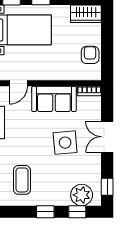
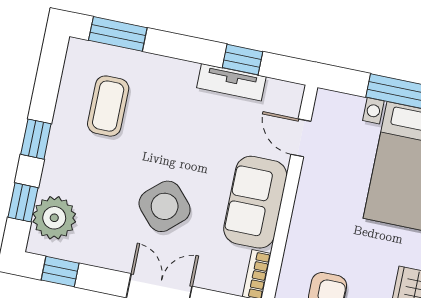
side table: (65, 143) -> (165, 206), turned -37
coffee table: (22, 180) -> (108, 106), turned 90

